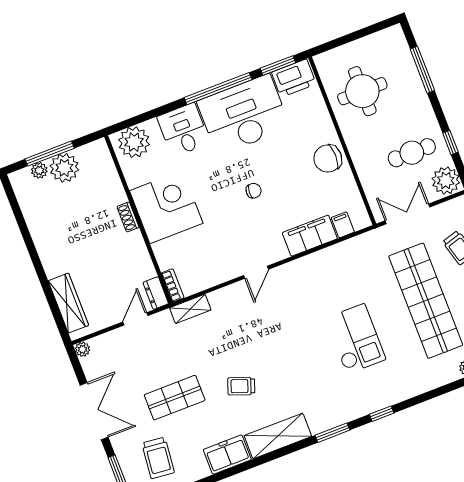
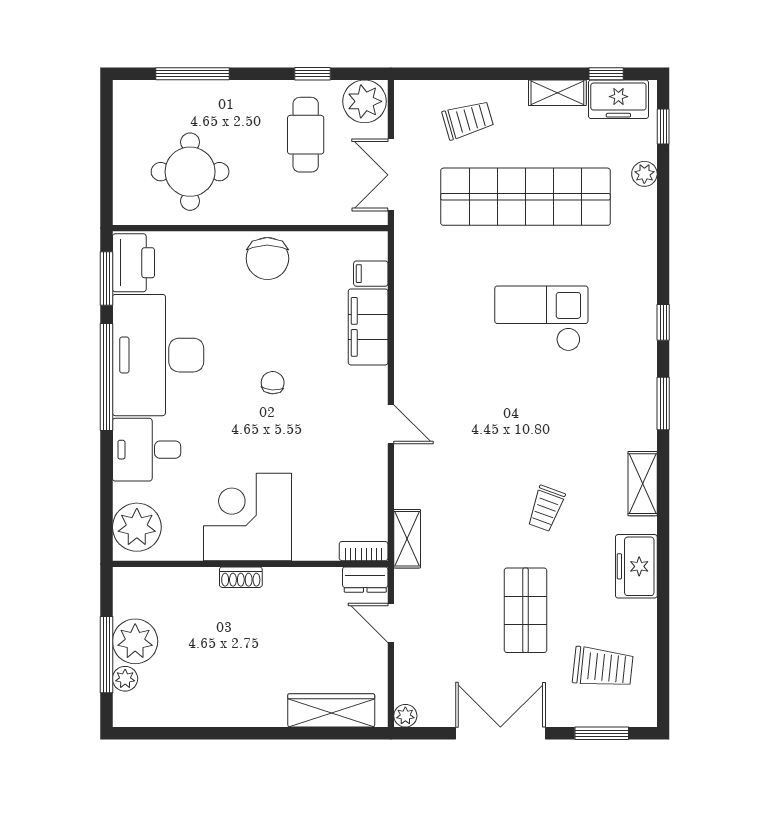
shelving: (278, 436) -> (643, 484), width x0.67, depth x0.75

